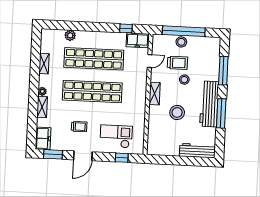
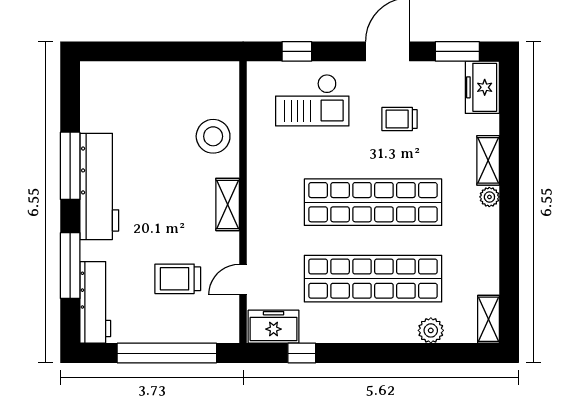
stool: (181, 42) -> (171, 328), removed
shelving: (44, 64) -> (489, 319), moved
stool: (184, 80) -> (160, 240), removed
stool: (177, 112) -> (213, 136), moved
workbench: (197, 151) -> (95, 302), moved, turned -90

